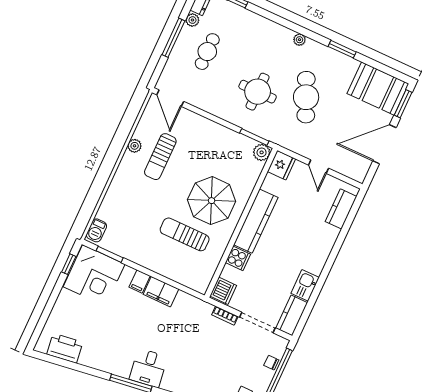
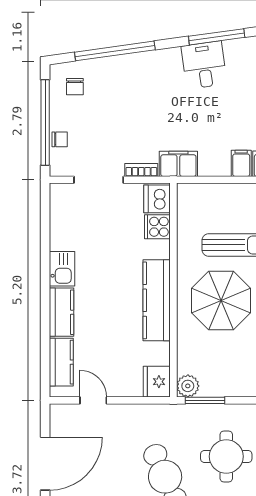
door: (318, 167) -> (93, 400), moved
cooker: (238, 258) -> (157, 227), moved
kitchen sink: (305, 285) -> (62, 269), moved
filing cabinet: (161, 292) -> (241, 163), width x0.50
filing cabinet: (197, 308) -> (178, 164), added
kitchen counter: (292, 315) -> (61, 312), moved

